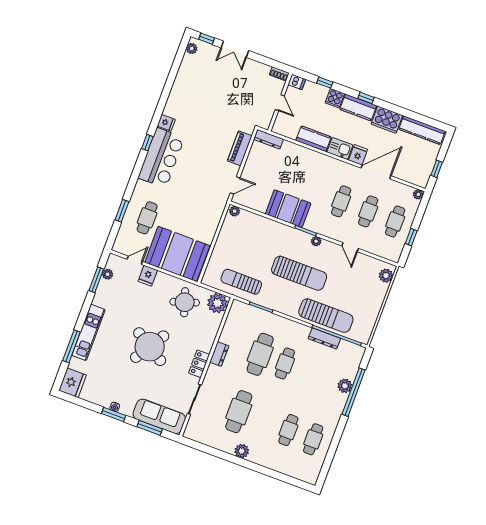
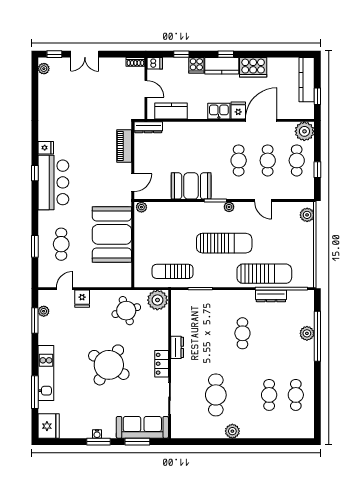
kitchen counter: (422, 130) -> (307, 80), moved, turned 90
kitchen counter: (314, 139) -> (171, 111), moved
plant: (418, 194) -> (304, 131), width x1.88, depth x1.88
booth: (177, 254) -> (112, 234), moved, turned 90
cafe table: (260, 354) -> (216, 333), removed

